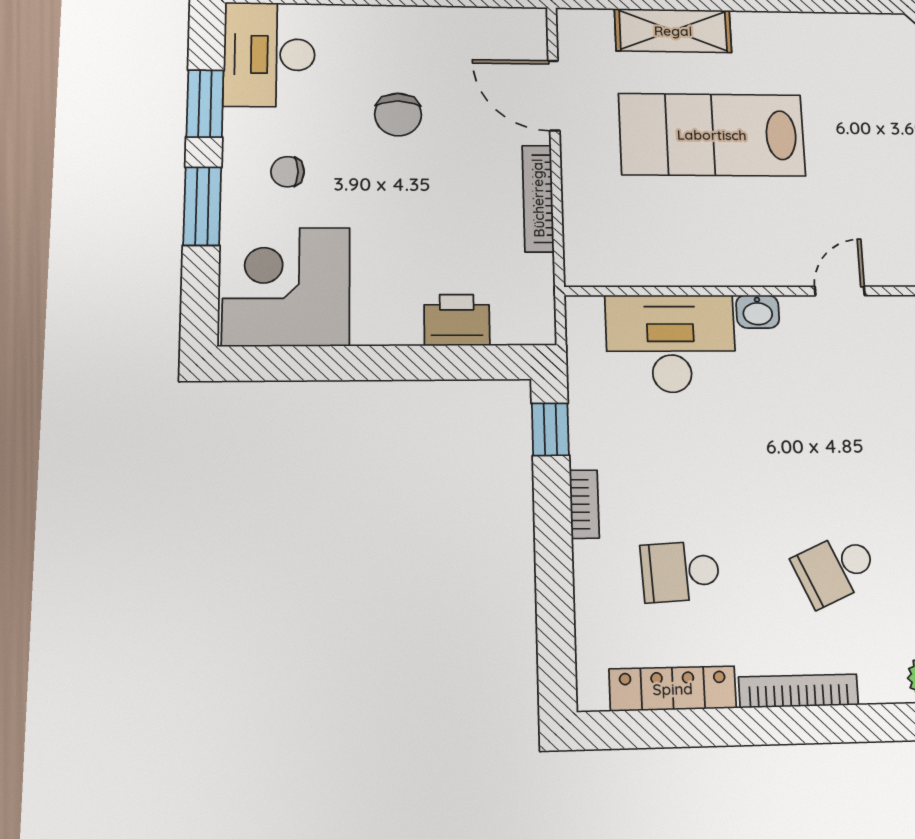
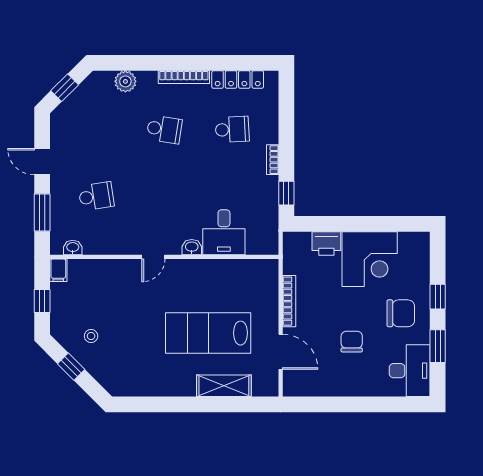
lab bench: (712, 135) -> (208, 333), turned 180
chair: (288, 172) -> (401, 313), width x1.87, depth x1.87
window: (202, 206) -> (438, 297), width x0.67
corner desk: (286, 287) -> (370, 259), moved
desk: (671, 343) -> (224, 232), width x0.73
school desk: (836, 569) -> (164, 129), turned 33

